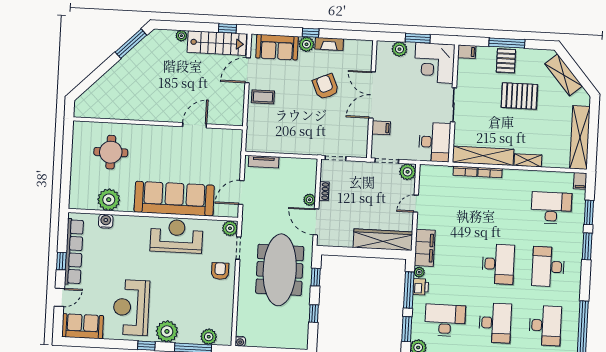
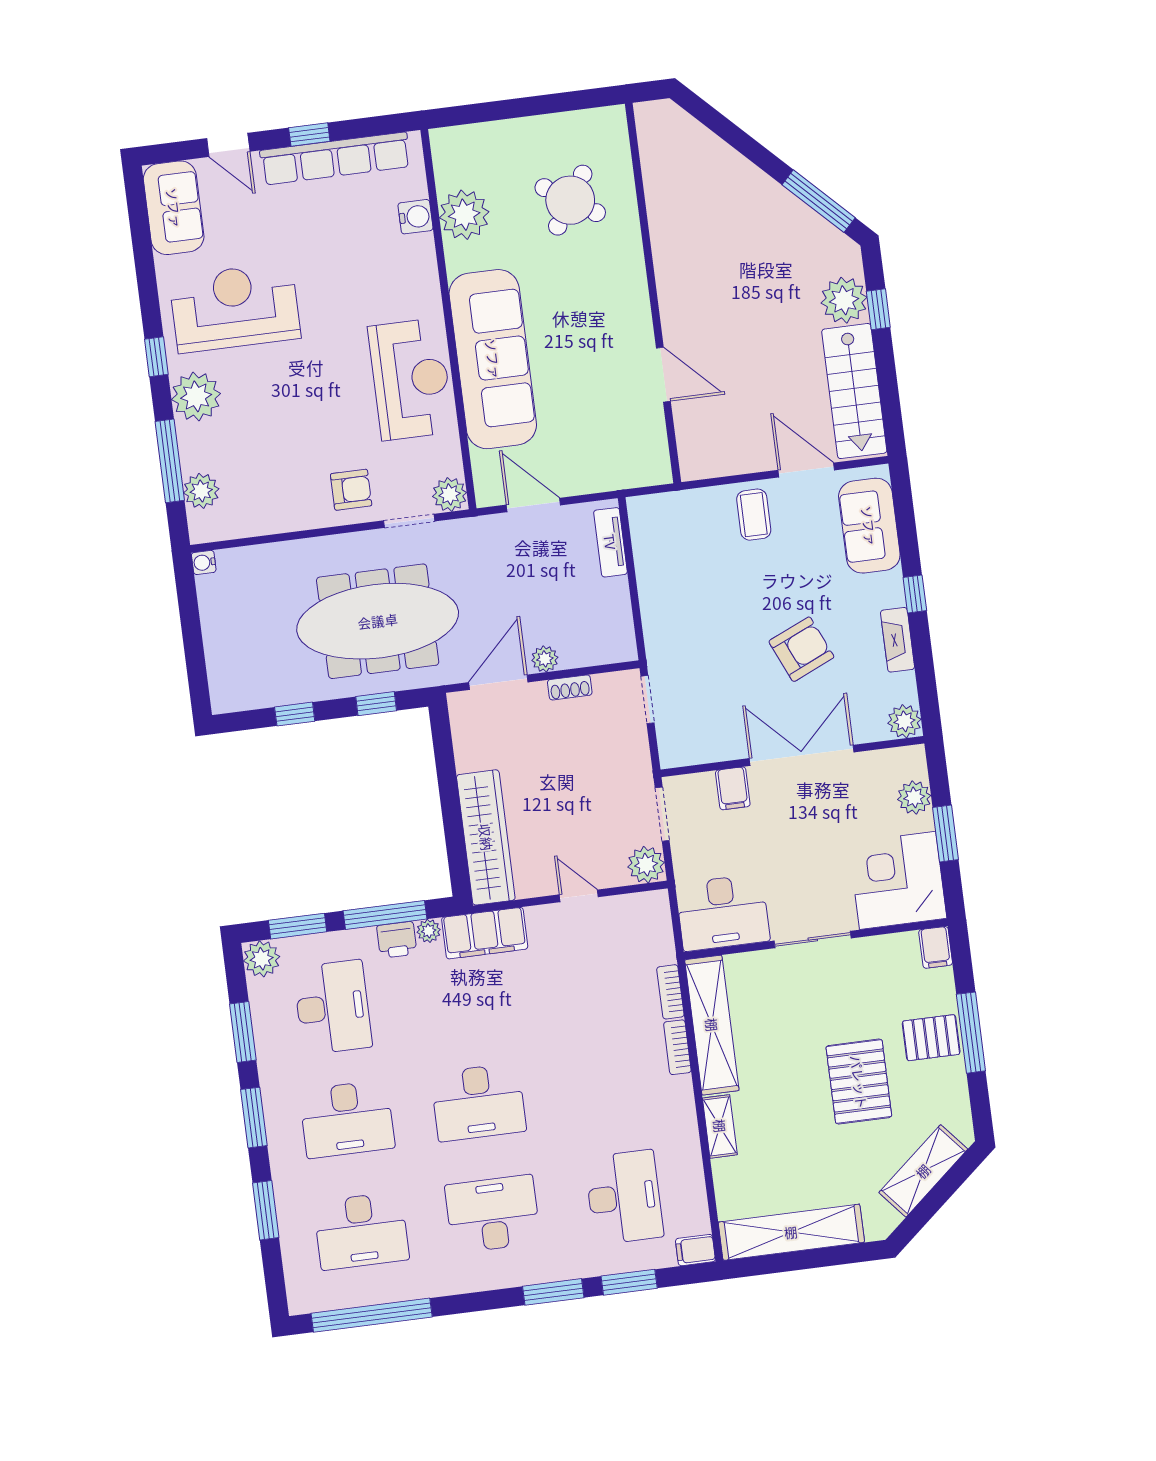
window: (227, 28) -> (878, 309), moved
plant: (181, 36) -> (844, 300), width x1.87, depth x1.87
plant: (306, 44) -> (904, 721), moved
round table: (111, 152) -> (570, 200), turned 33

